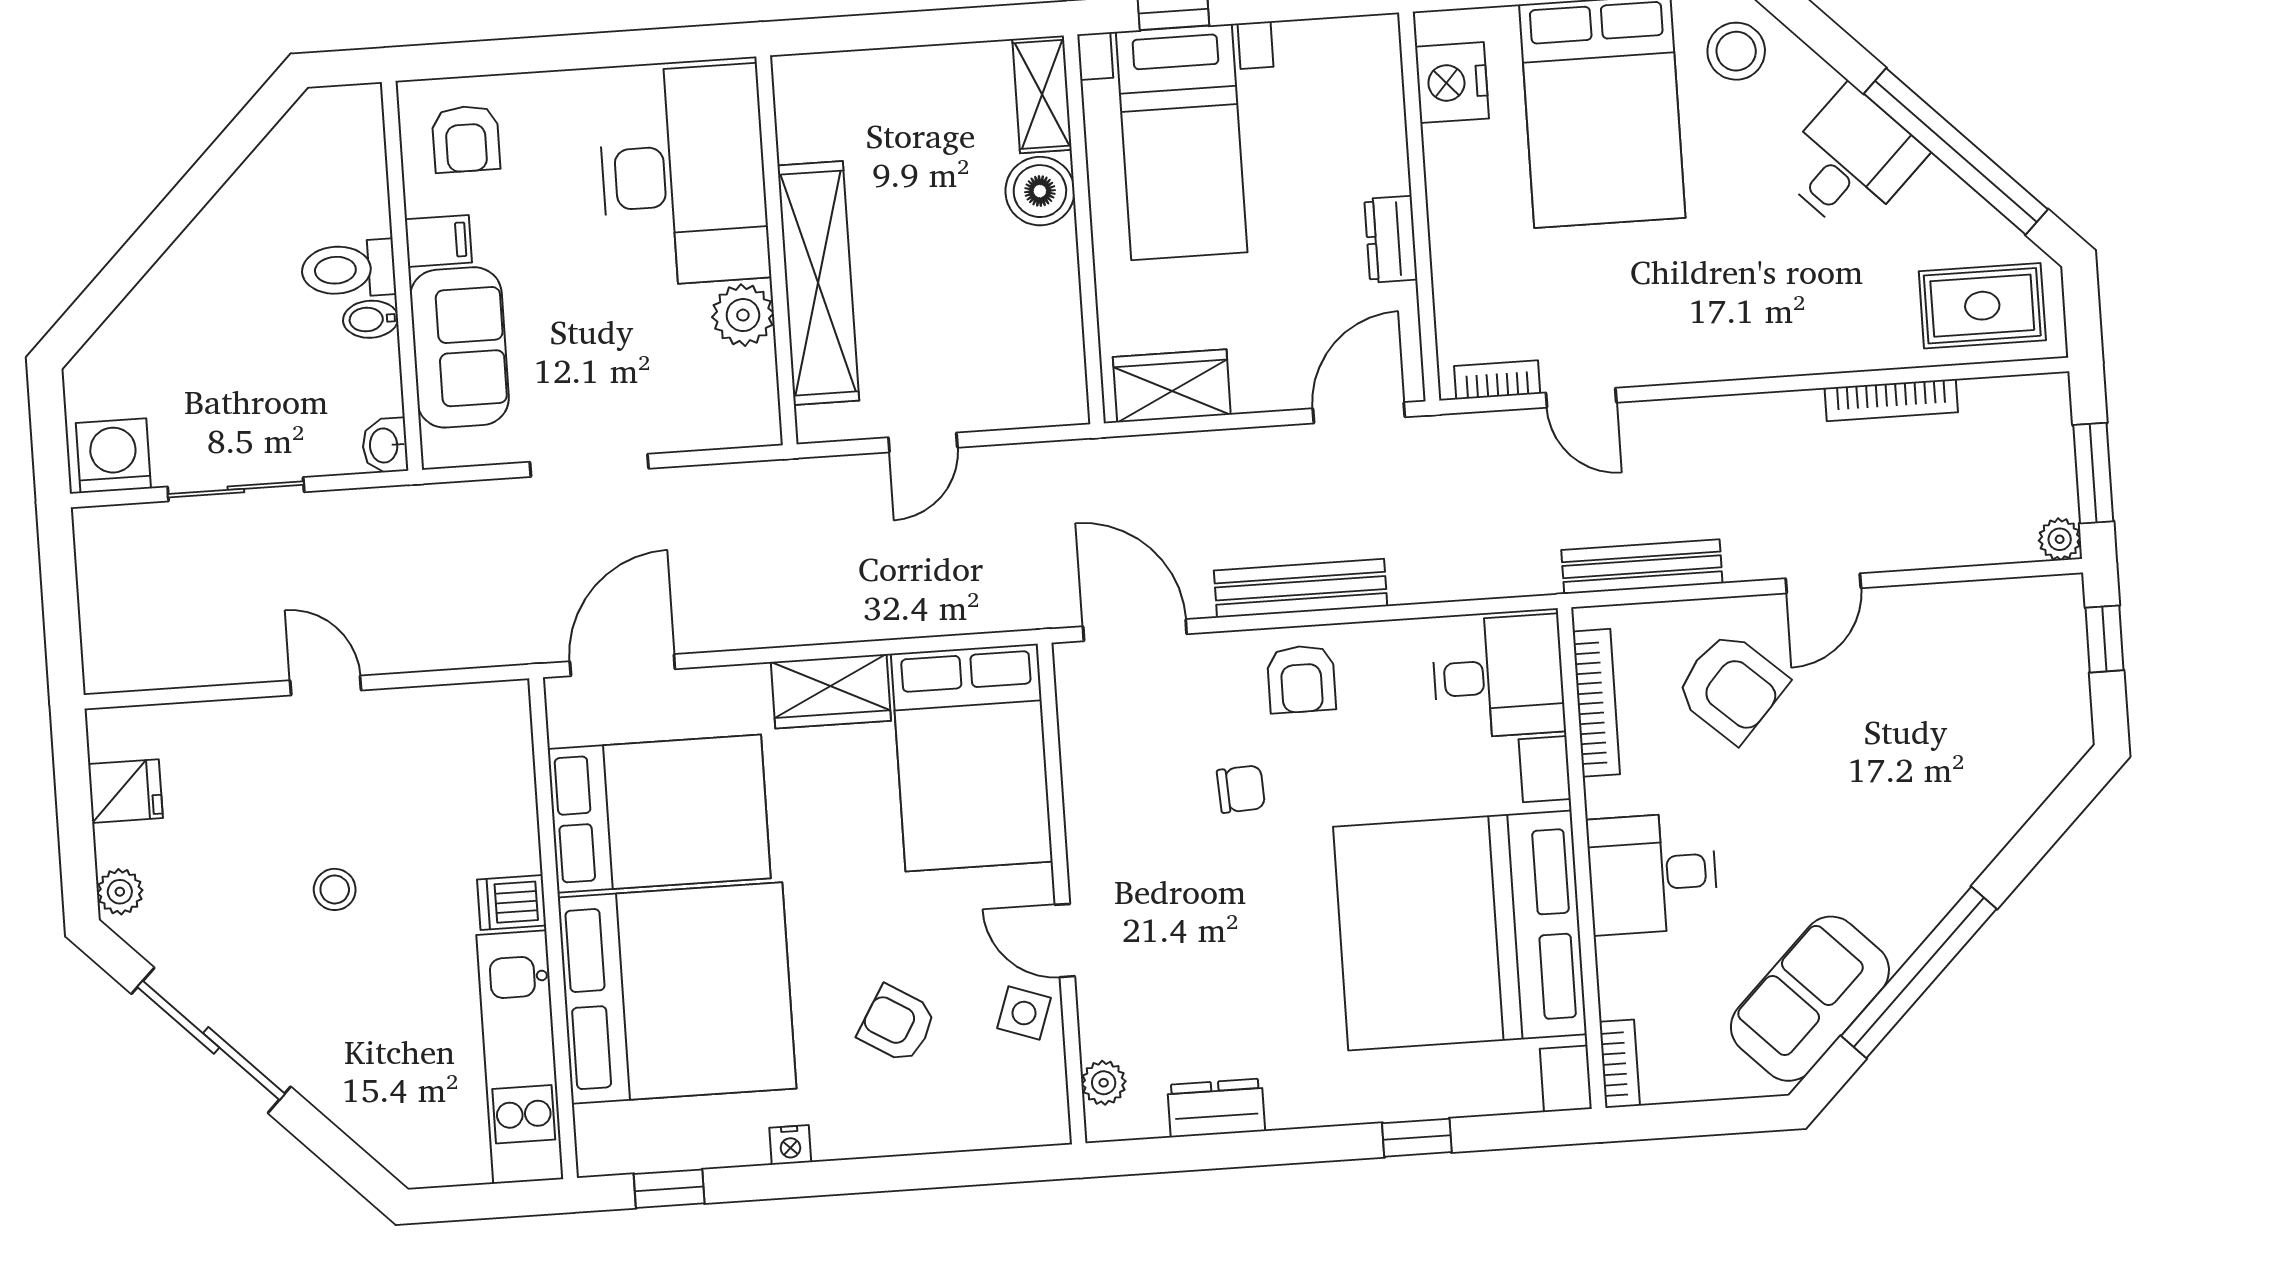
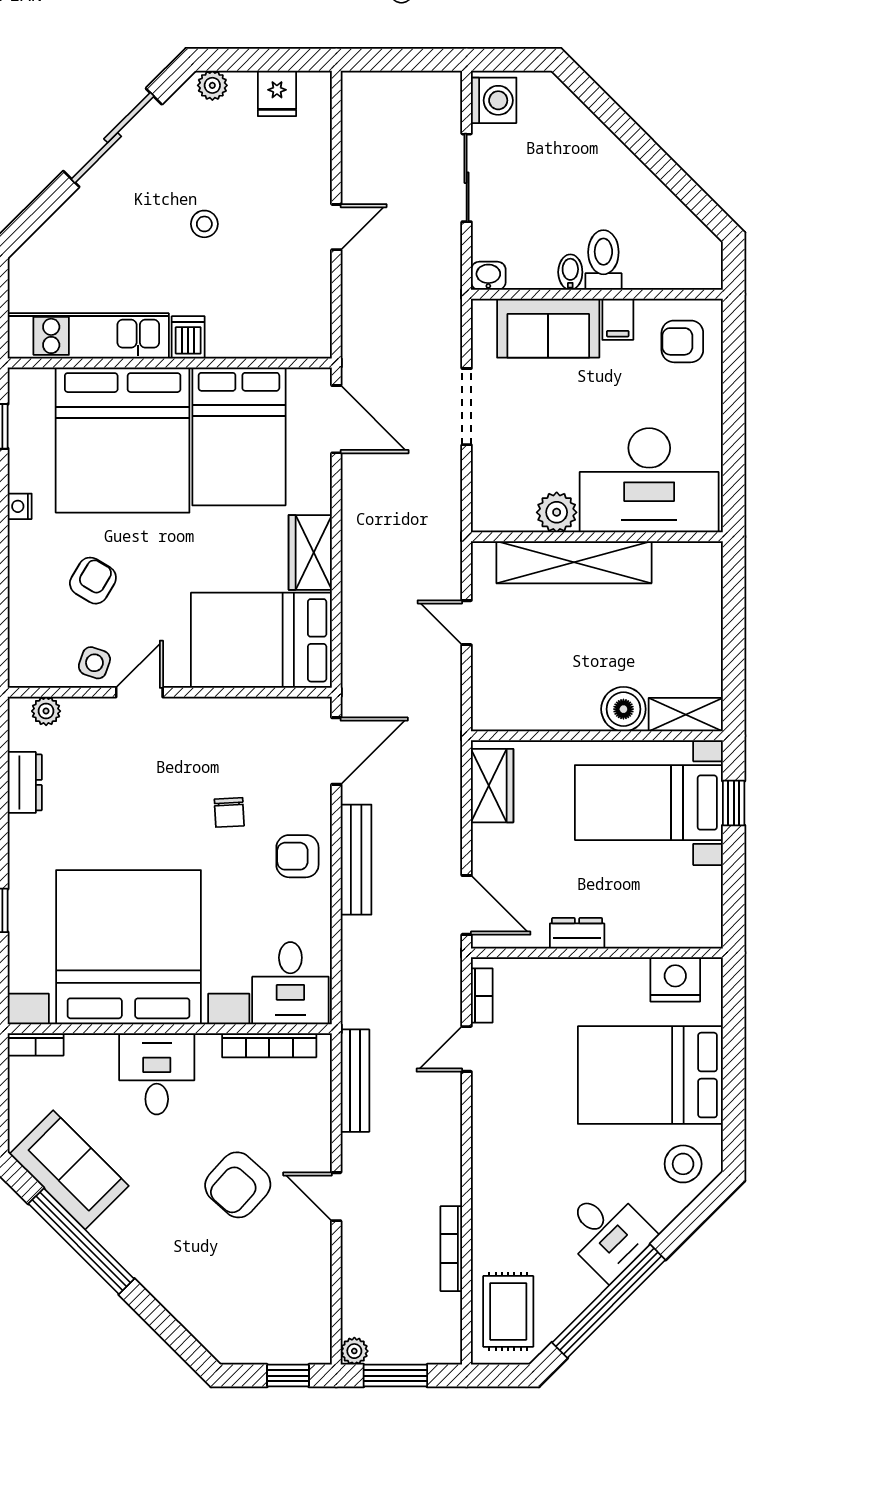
armchair: (1731, 687) -> (238, 1185), moved

